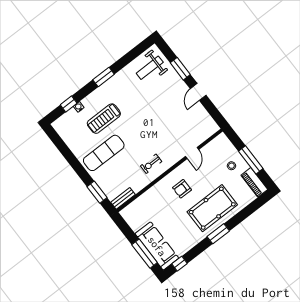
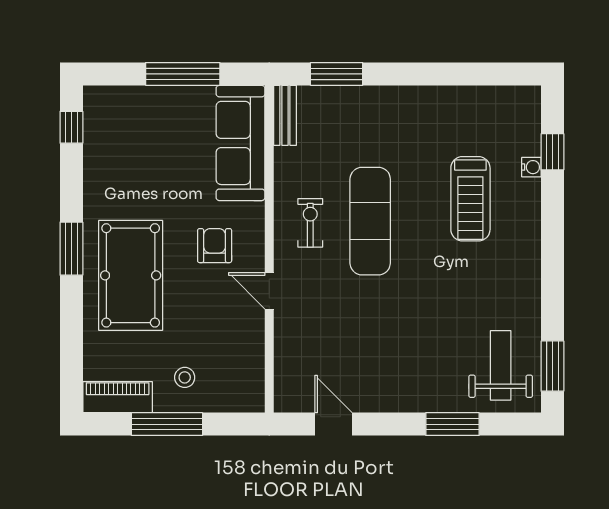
window: (104, 77) -> (552, 366), moved
door: (198, 92) -> (333, 424), moved
treadmill: (104, 119) -> (470, 199), turned 180
exercise mat: (104, 153) -> (370, 221), moved
door: (192, 153) -> (269, 291), moved
sofa: (157, 246) -> (240, 143), moved, turned 90
window: (145, 254) -> (183, 74), moved

